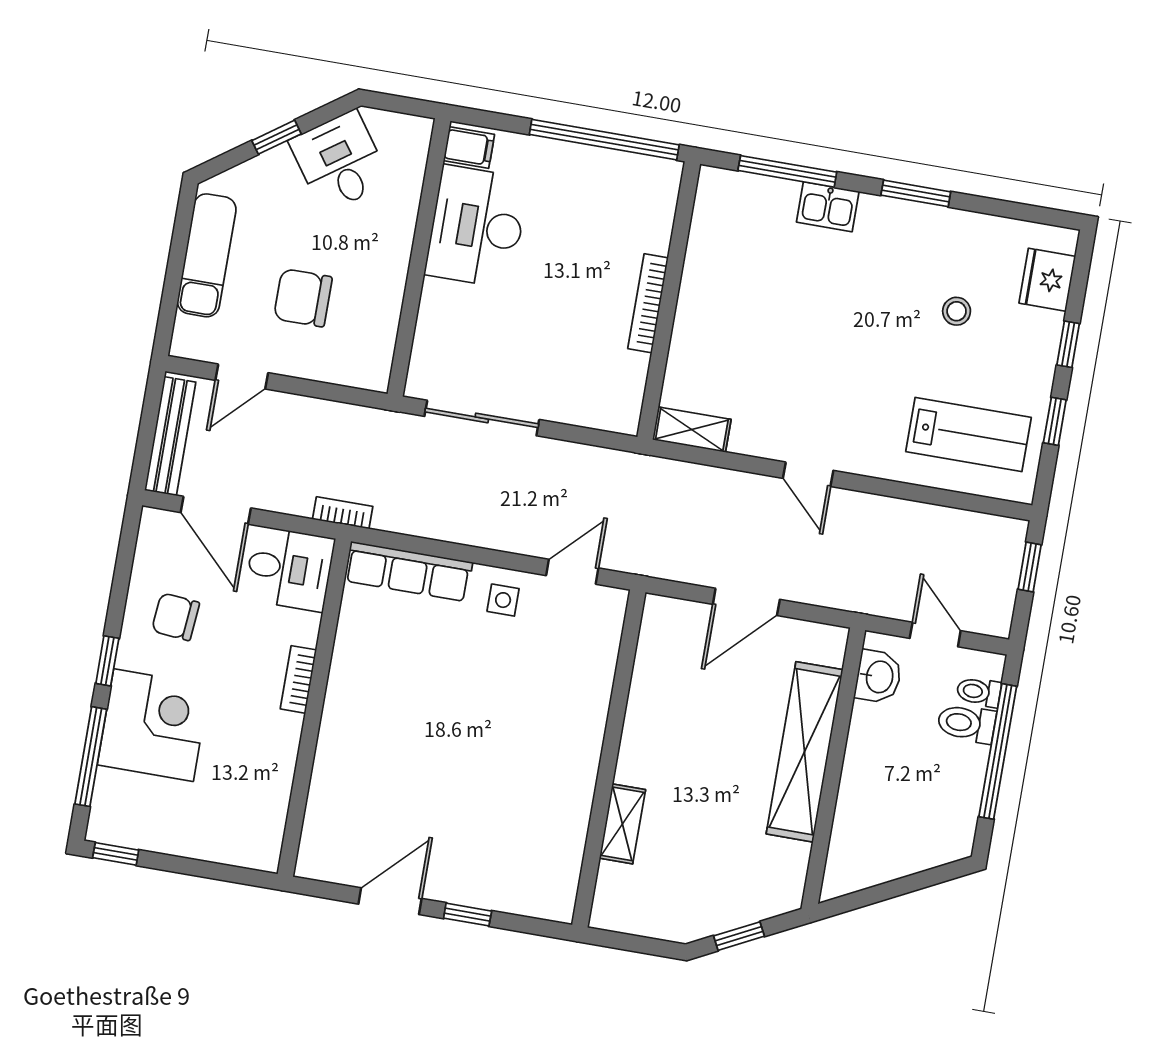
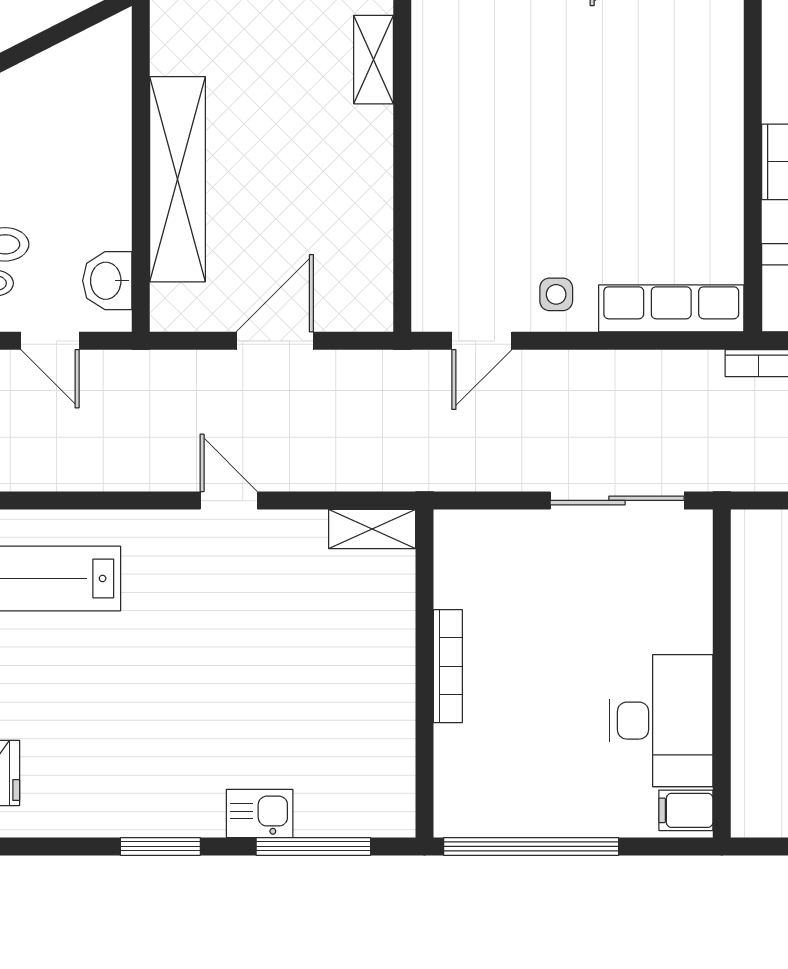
stool: (957, 311) -> (90, 718), removed

